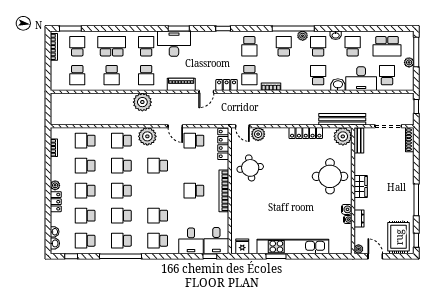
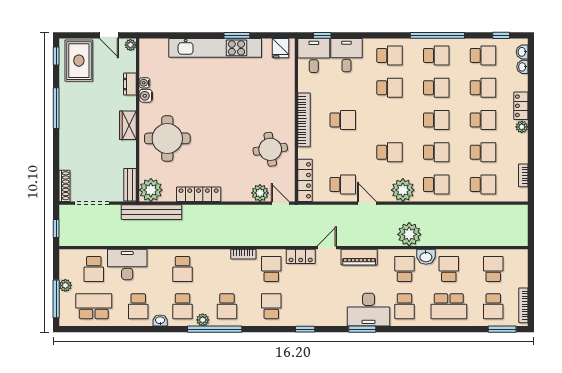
washbasin: (338, 85) -> (426, 257), moved

